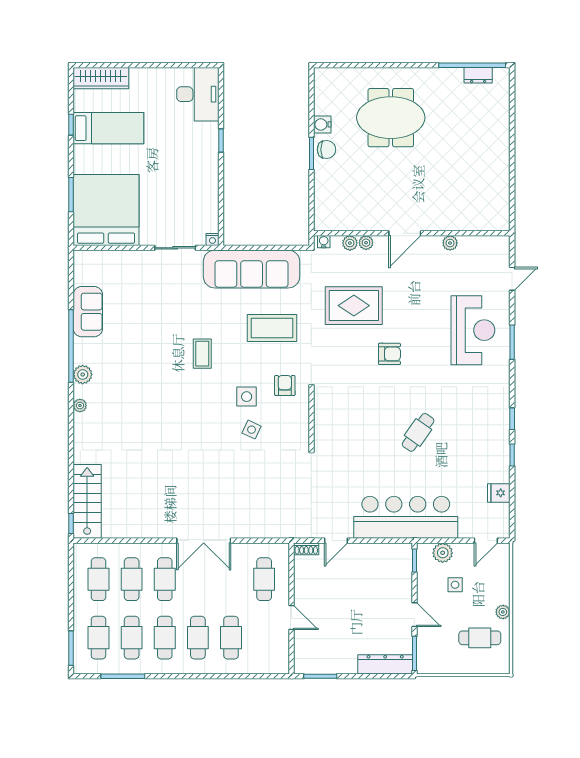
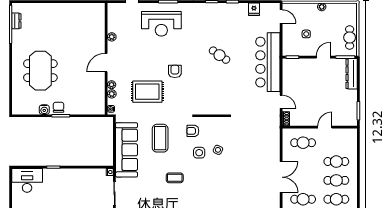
door: (405, 233) -> (106, 63), swing flipped
rug: (354, 306) -> (147, 92), turned 90
reception desk: (473, 330) -> (161, 24), turned 180
plant: (443, 553) -> (288, 41), removed
cafe table: (480, 638) -> (350, 38), moved

